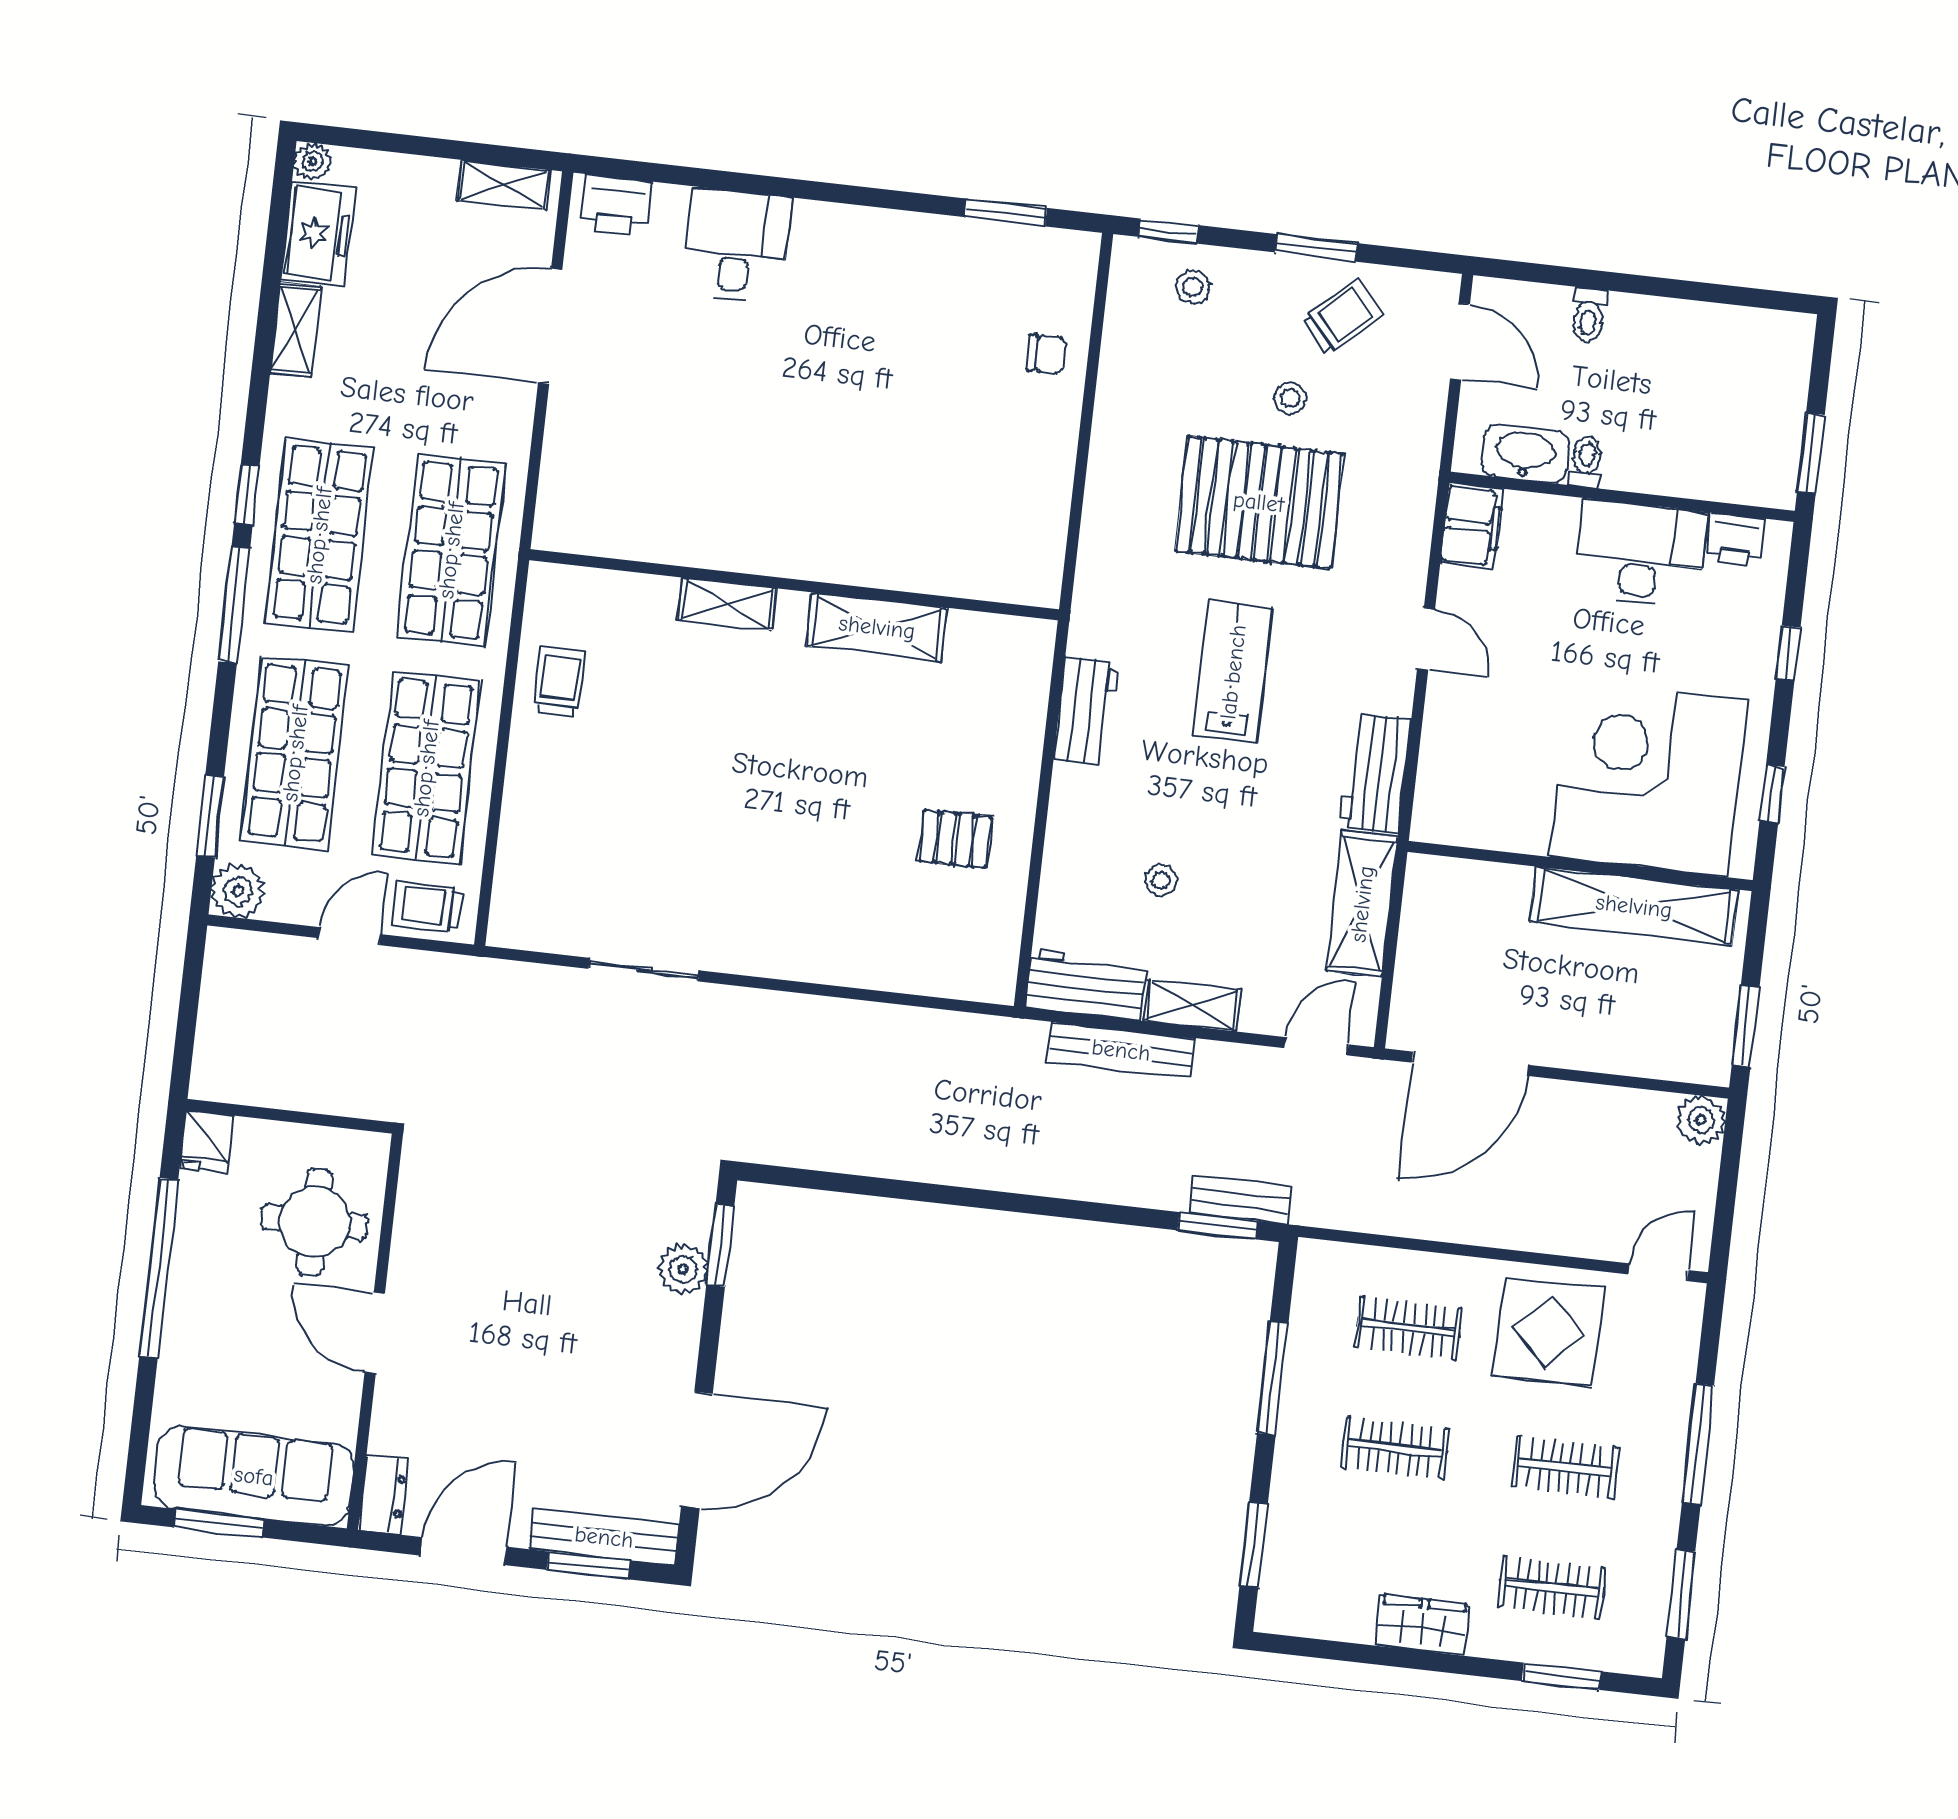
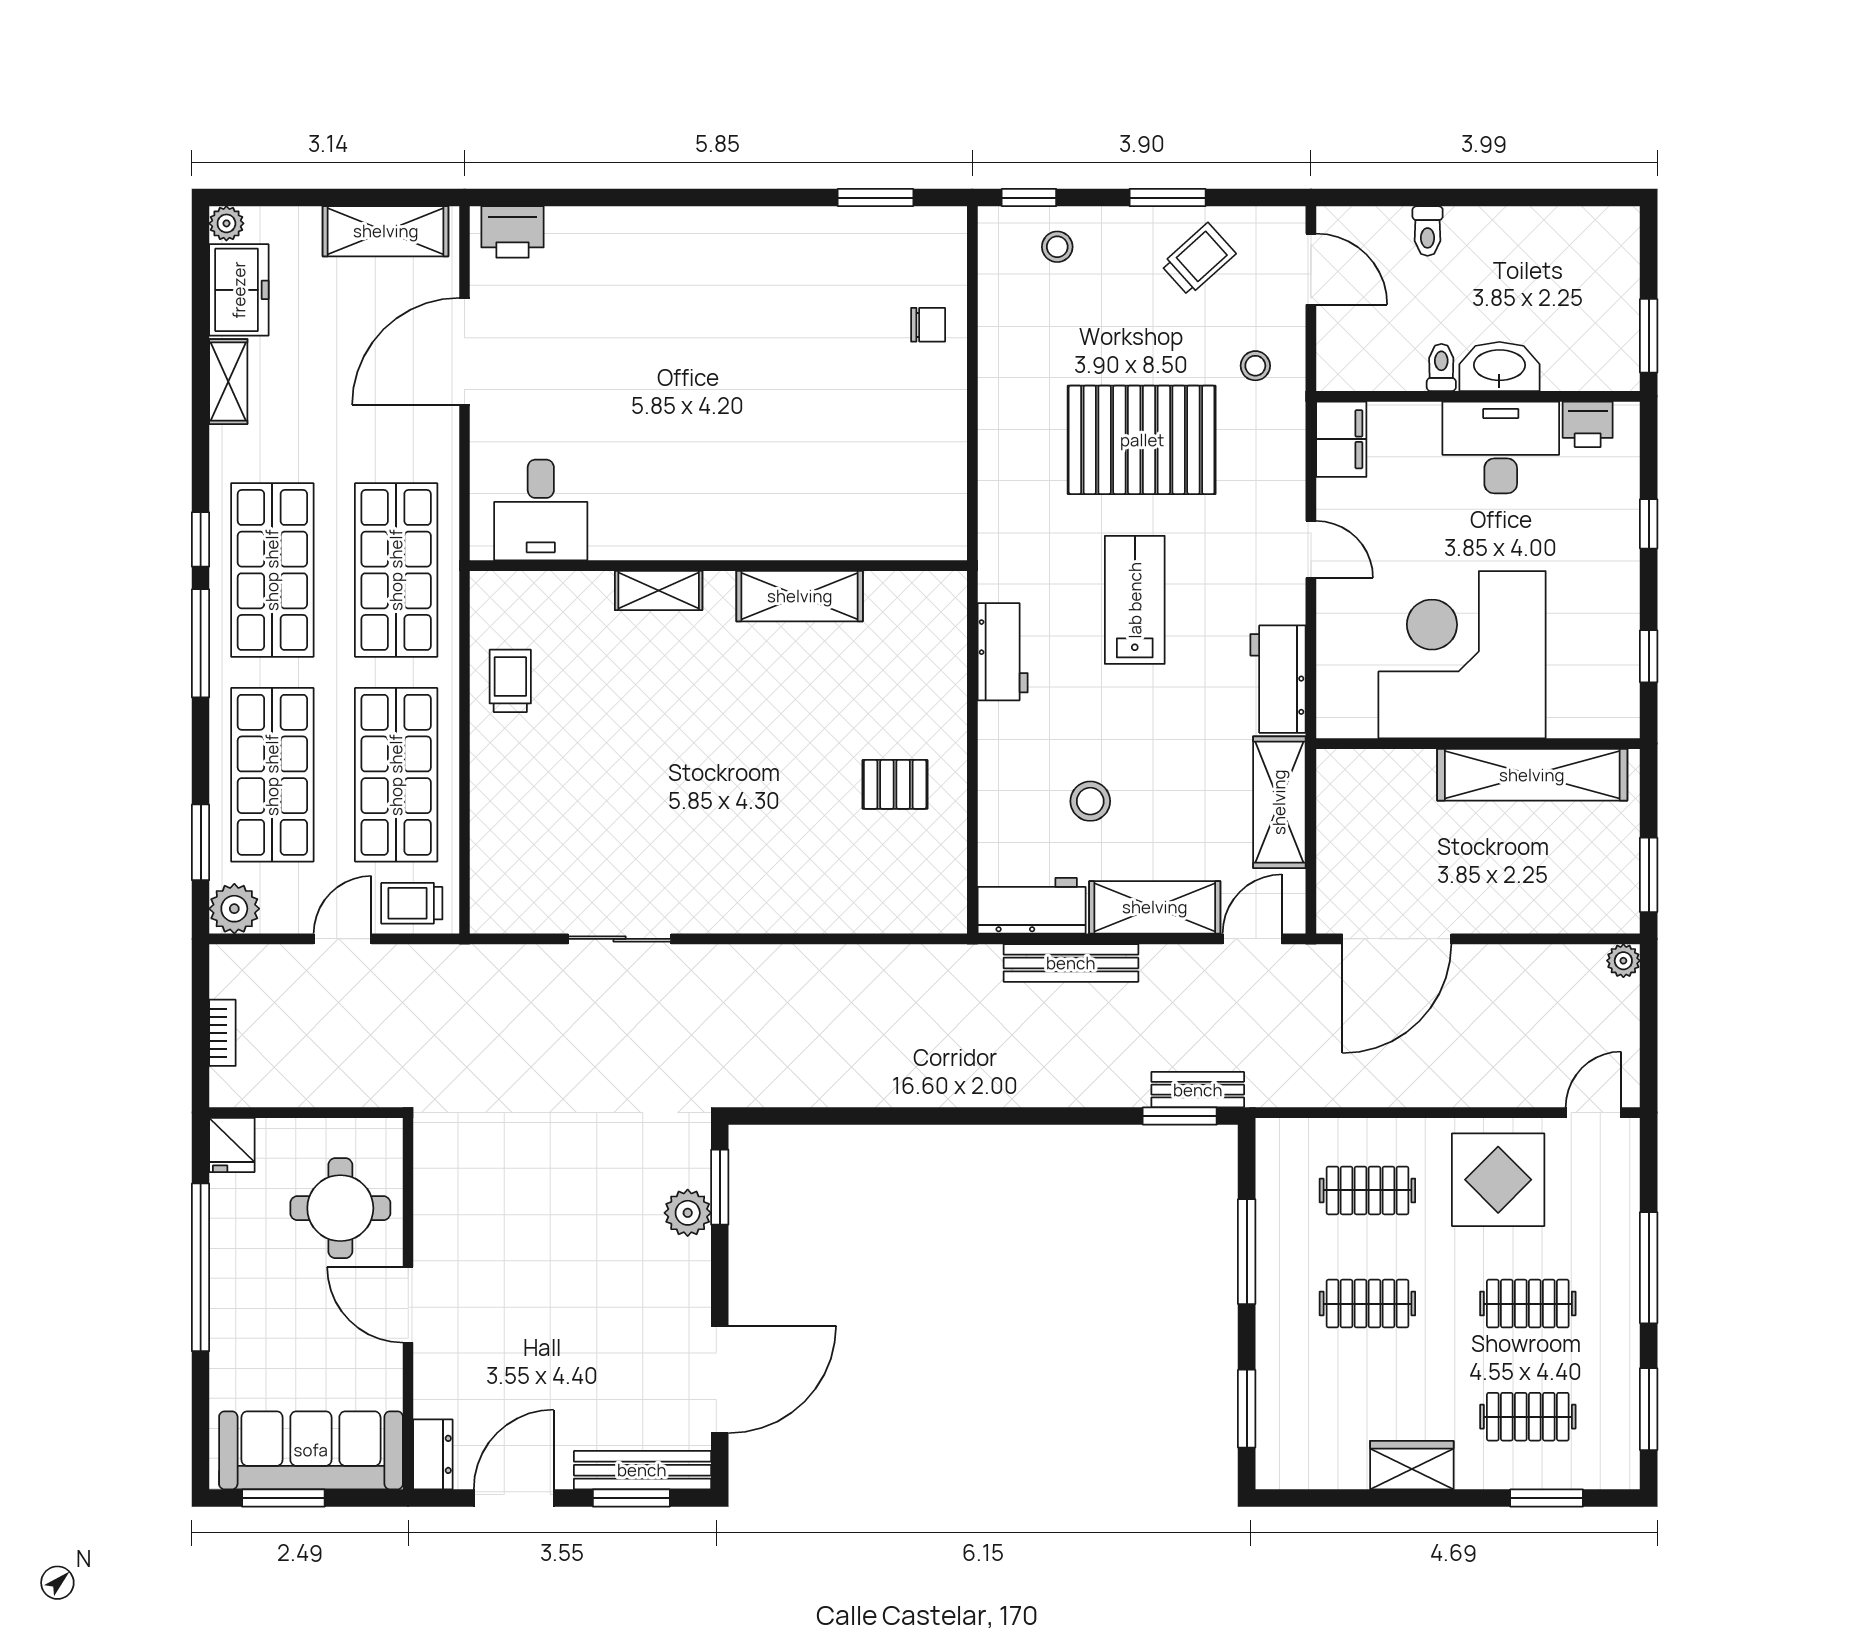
shelving: (504, 185) -> (386, 231), width x1.50, depth x1.33
desk: (736, 245) -> (541, 510), moved, turned 180
stool: (1290, 398) -> (1255, 366), moved
washbasin: (1525, 454) -> (1499, 367), moved
corner desk: (1649, 778) -> (1462, 655), moved
stool: (1161, 880) -> (1090, 801), width x1.37, depth x1.37
shelving: (1193, 1005) -> (1155, 907), width x1.50, depth x1.33
bookcase: (210, 1021) -> (222, 1033), added
plant: (1701, 1120) -> (1623, 961), width x0.73, depth x0.73

